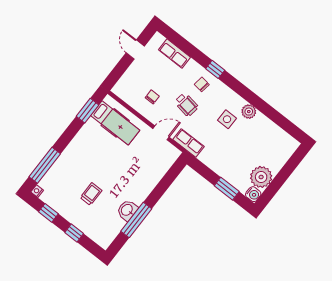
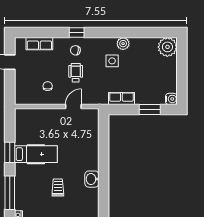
wheelchair: (186, 105) -> (76, 73), turned -99
window: (88, 111) -> (10, 152), moved
hospital bed: (115, 123) -> (36, 154), moved
row of seats: (188, 143) -> (121, 99), moved
plant: (261, 177) -> (167, 47), moved
window: (136, 220) -> (104, 181), removed

